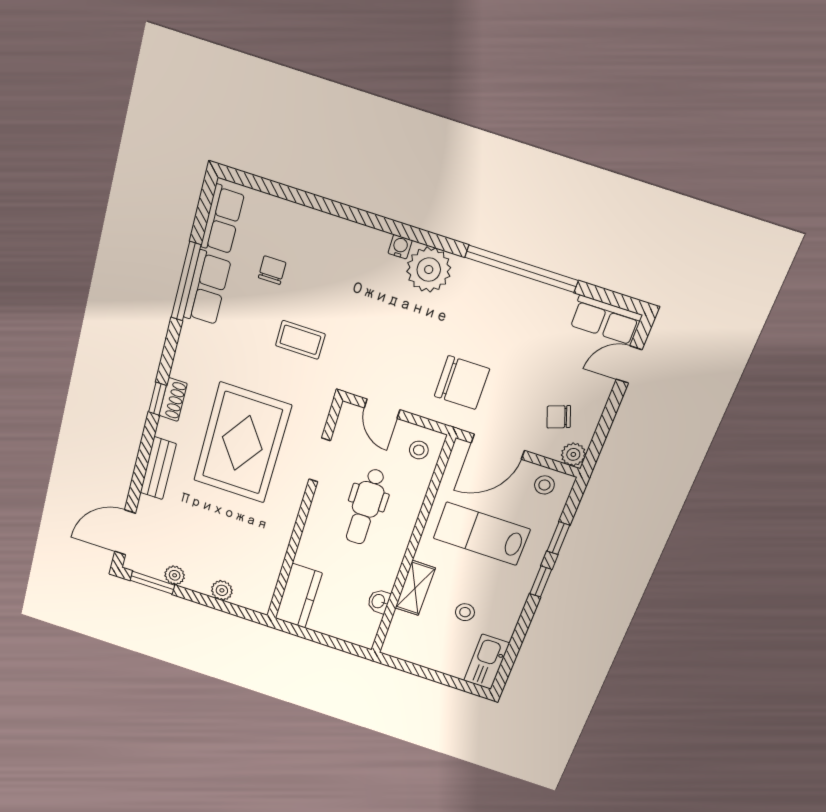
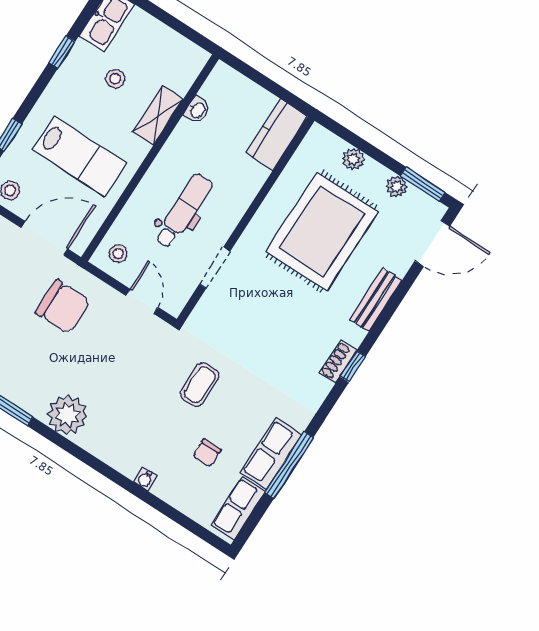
water cooler: (400, 247) -> (145, 479), moved
coffee table: (300, 340) -> (200, 385), turned 90
chair: (462, 383) -> (63, 307), turned 180
rug: (242, 443) -> (322, 231), moved
window: (541, 582) -> (62, 52), moved

